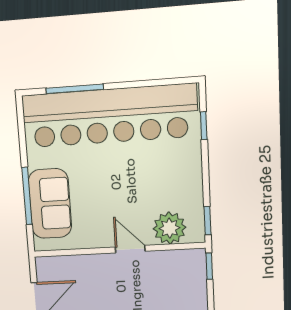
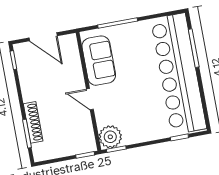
sofa: (50, 204) -> (99, 61), moved, turned -90
plant: (169, 228) -> (110, 137), moved
door: (130, 249) -> (90, 99), swing flipped

